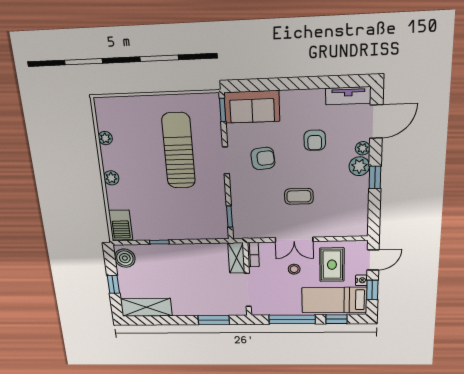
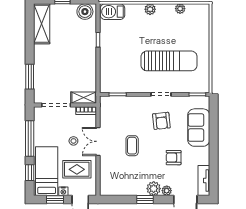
sofa: (252, 107) -> (199, 128), moved

